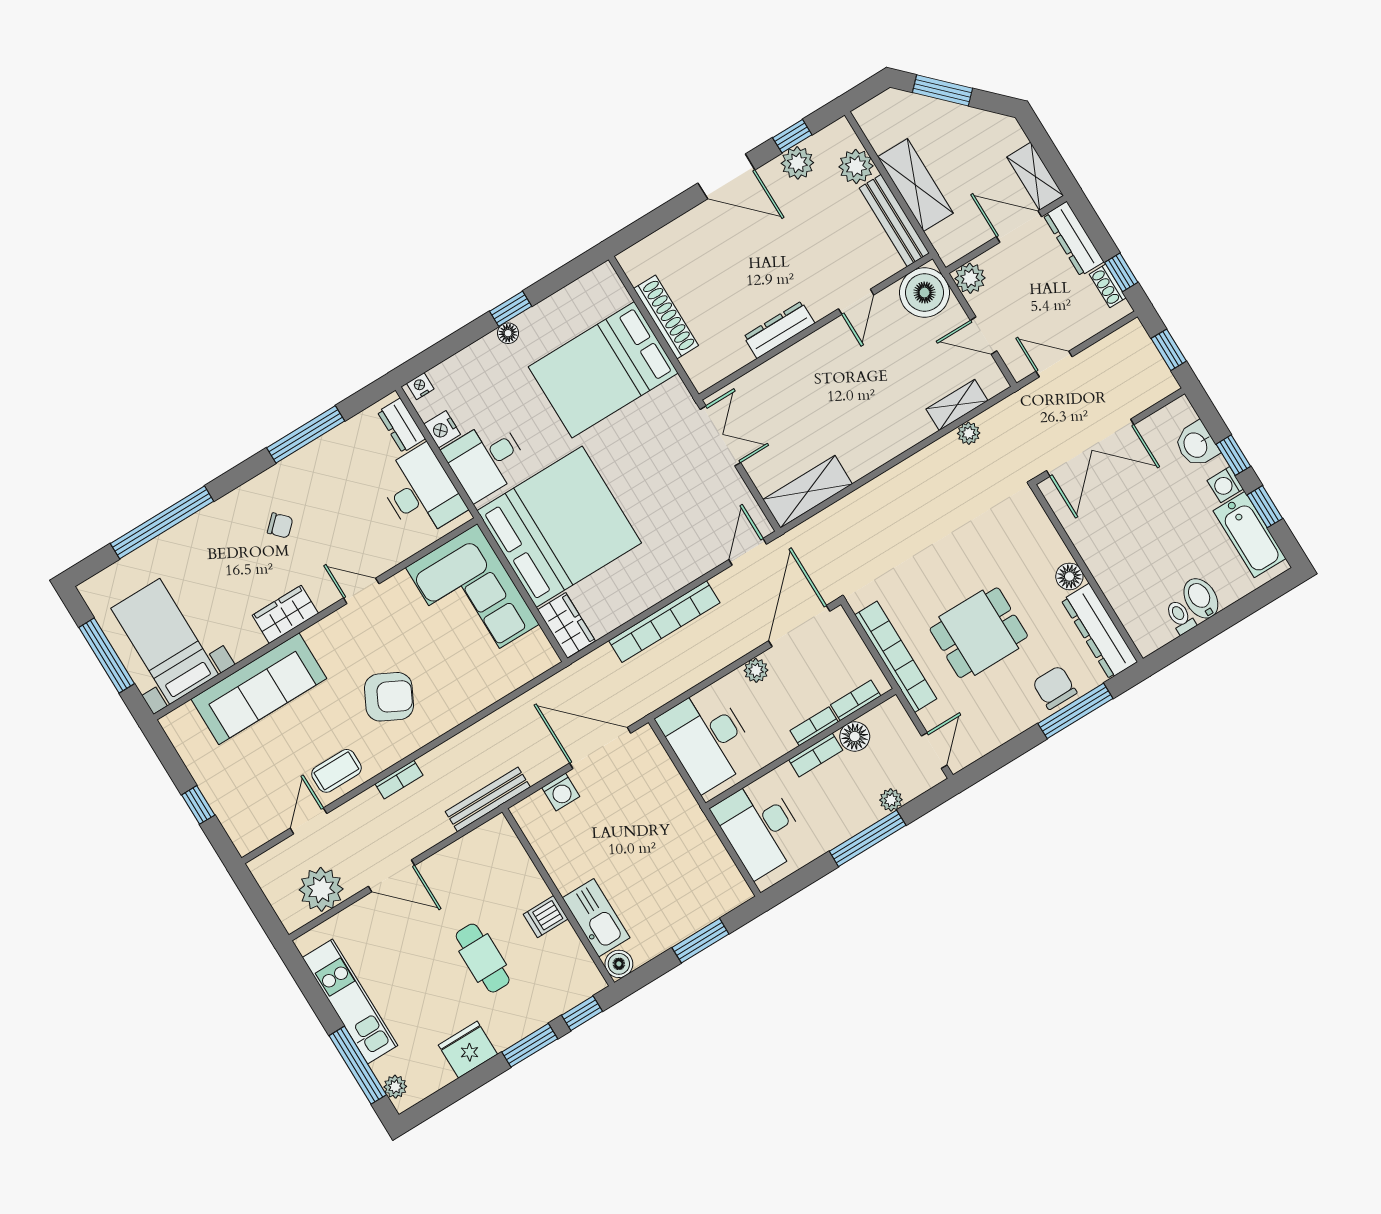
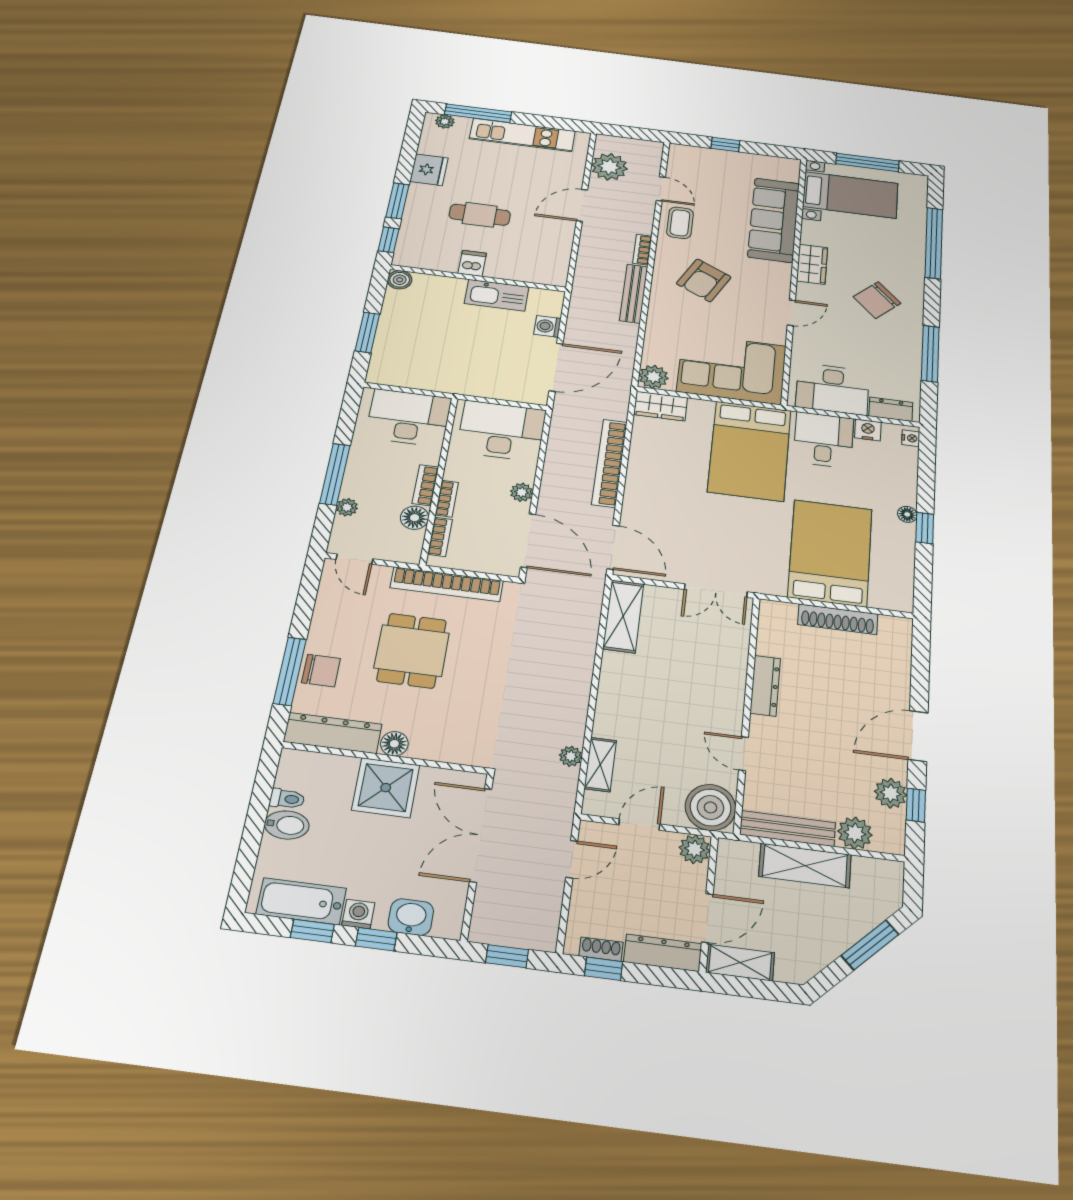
chair: (280, 525) -> (877, 300), width x1.87, depth x1.87
bed: (559, 527) -> (750, 451), width x0.73
shower: (1111, 551) -> (386, 788), added
door: (748, 552) -> (613, 547), width x1.38
plant: (539, 656) -> (653, 377), added
bench: (488, 799) -> (634, 294), moved
kitchen sink: (596, 918) -> (497, 295), moved

